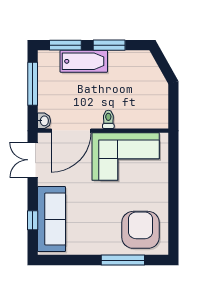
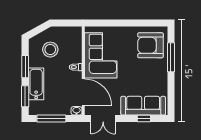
stool: (134, 82) -> (50, 50), added

